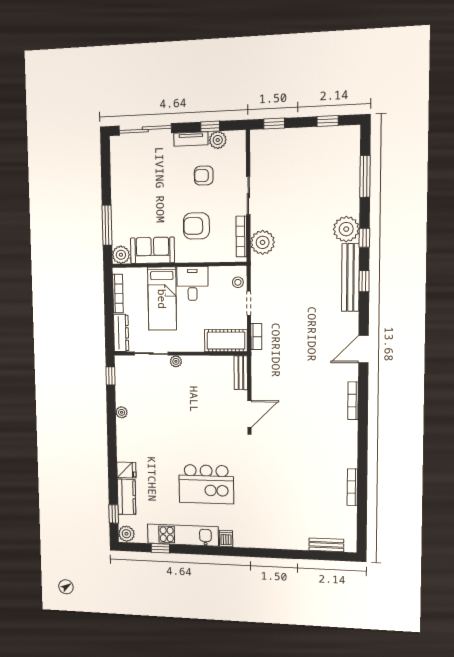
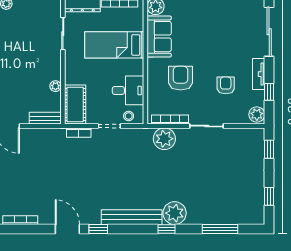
plant: (218, 140) -> (257, 115), moved
window: (364, 281) -> (98, 229), moved
desk: (192, 283) -> (128, 90), moved
plant: (176, 361) -> (55, 86), moved

